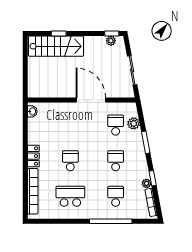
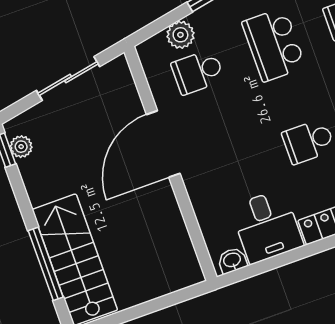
window: (59, 33) -> (46, 264), width x2.17
desk: (41, 131) -> (267, 226), added
school desk: (116, 161) -> (274, 45), width x1.85

